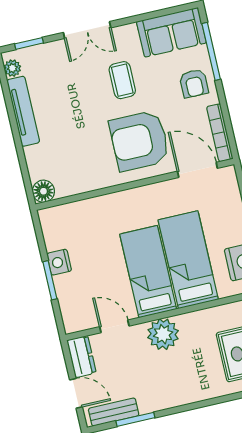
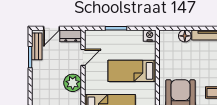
floor lamp: (43, 191) -> (185, 36), moved
nightstand: (59, 262) -> (150, 36), moved
bed: (148, 272) -> (132, 71), moved, turned 180

